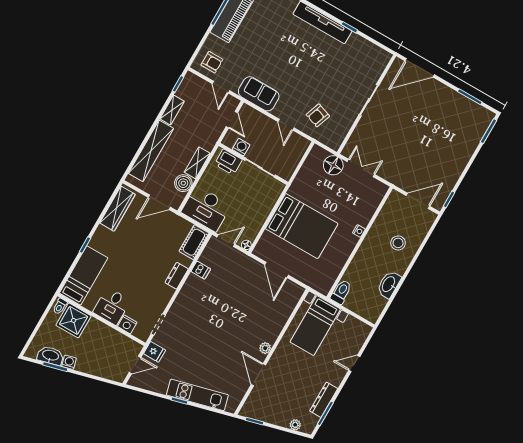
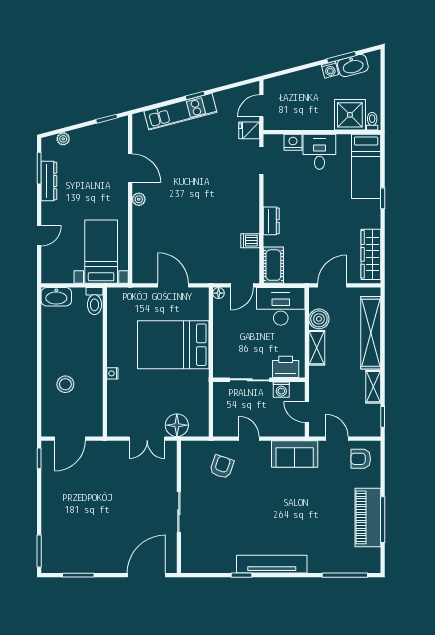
washbasin: (389, 284) -> (56, 297), moved, turned 90

